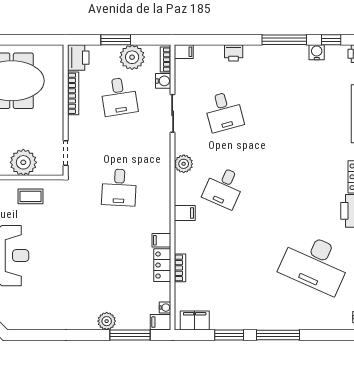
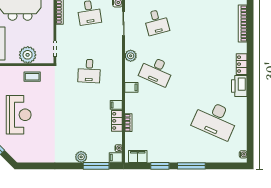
desk: (224, 187) -> (156, 71), width x1.37

